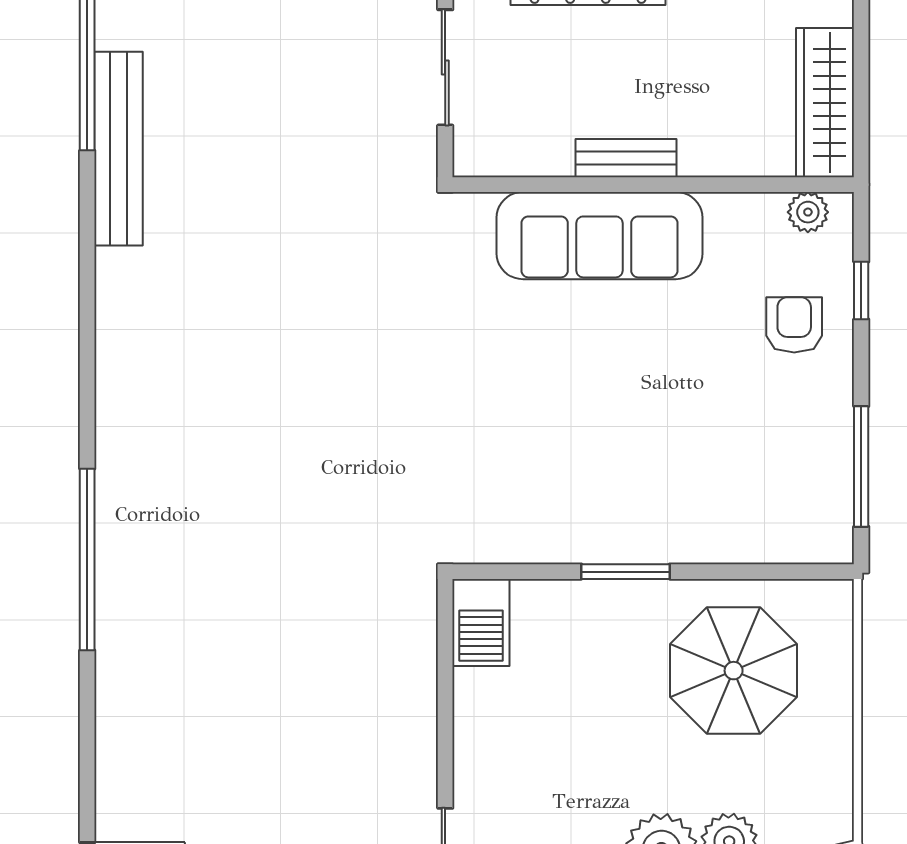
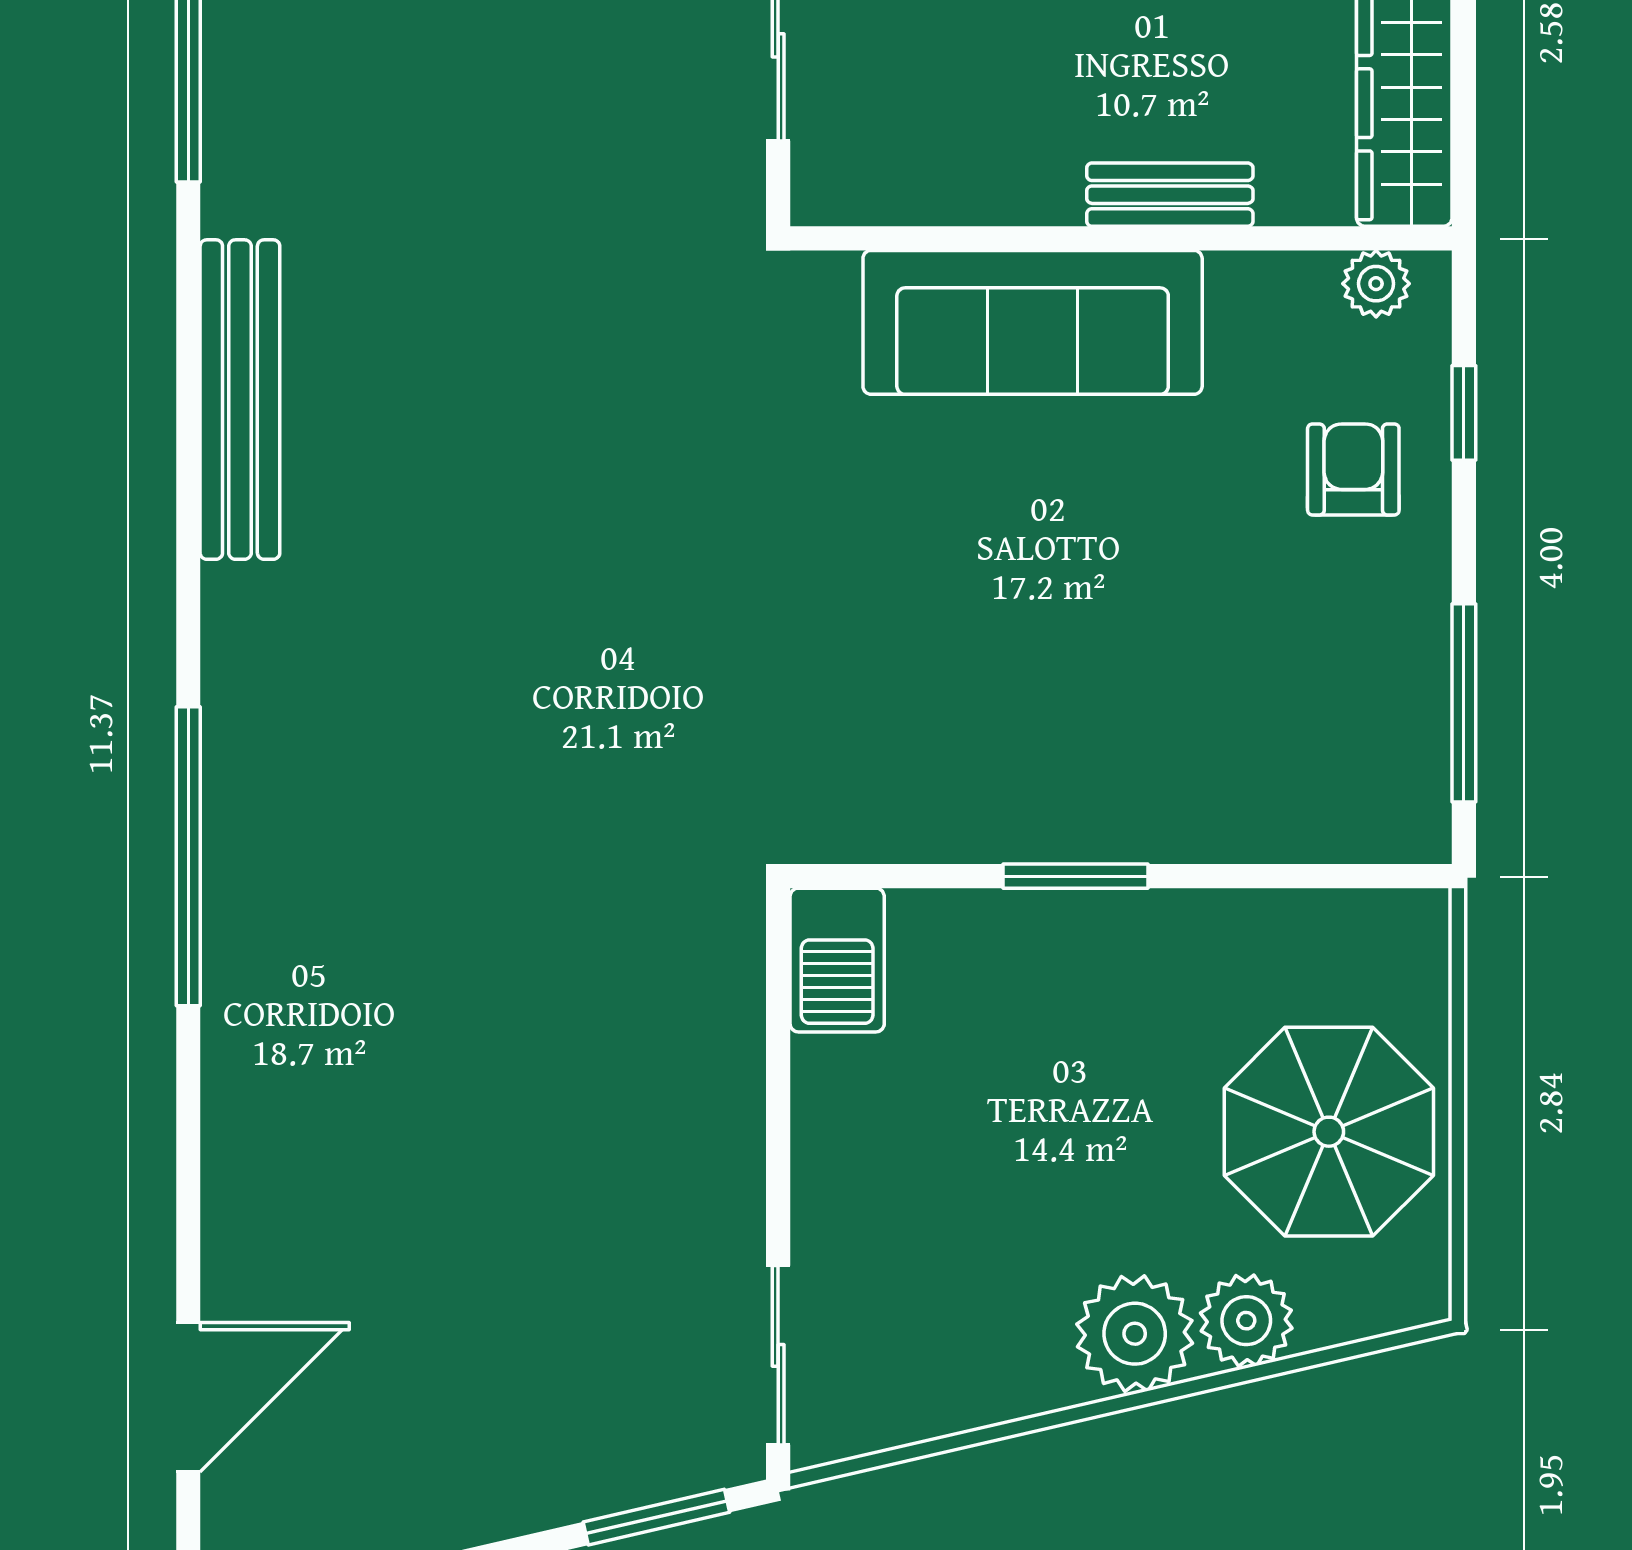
bench: (119, 149) -> (240, 400), moved
bench: (626, 158) -> (1170, 195), moved
parasol: (734, 671) -> (1329, 1132), moved

